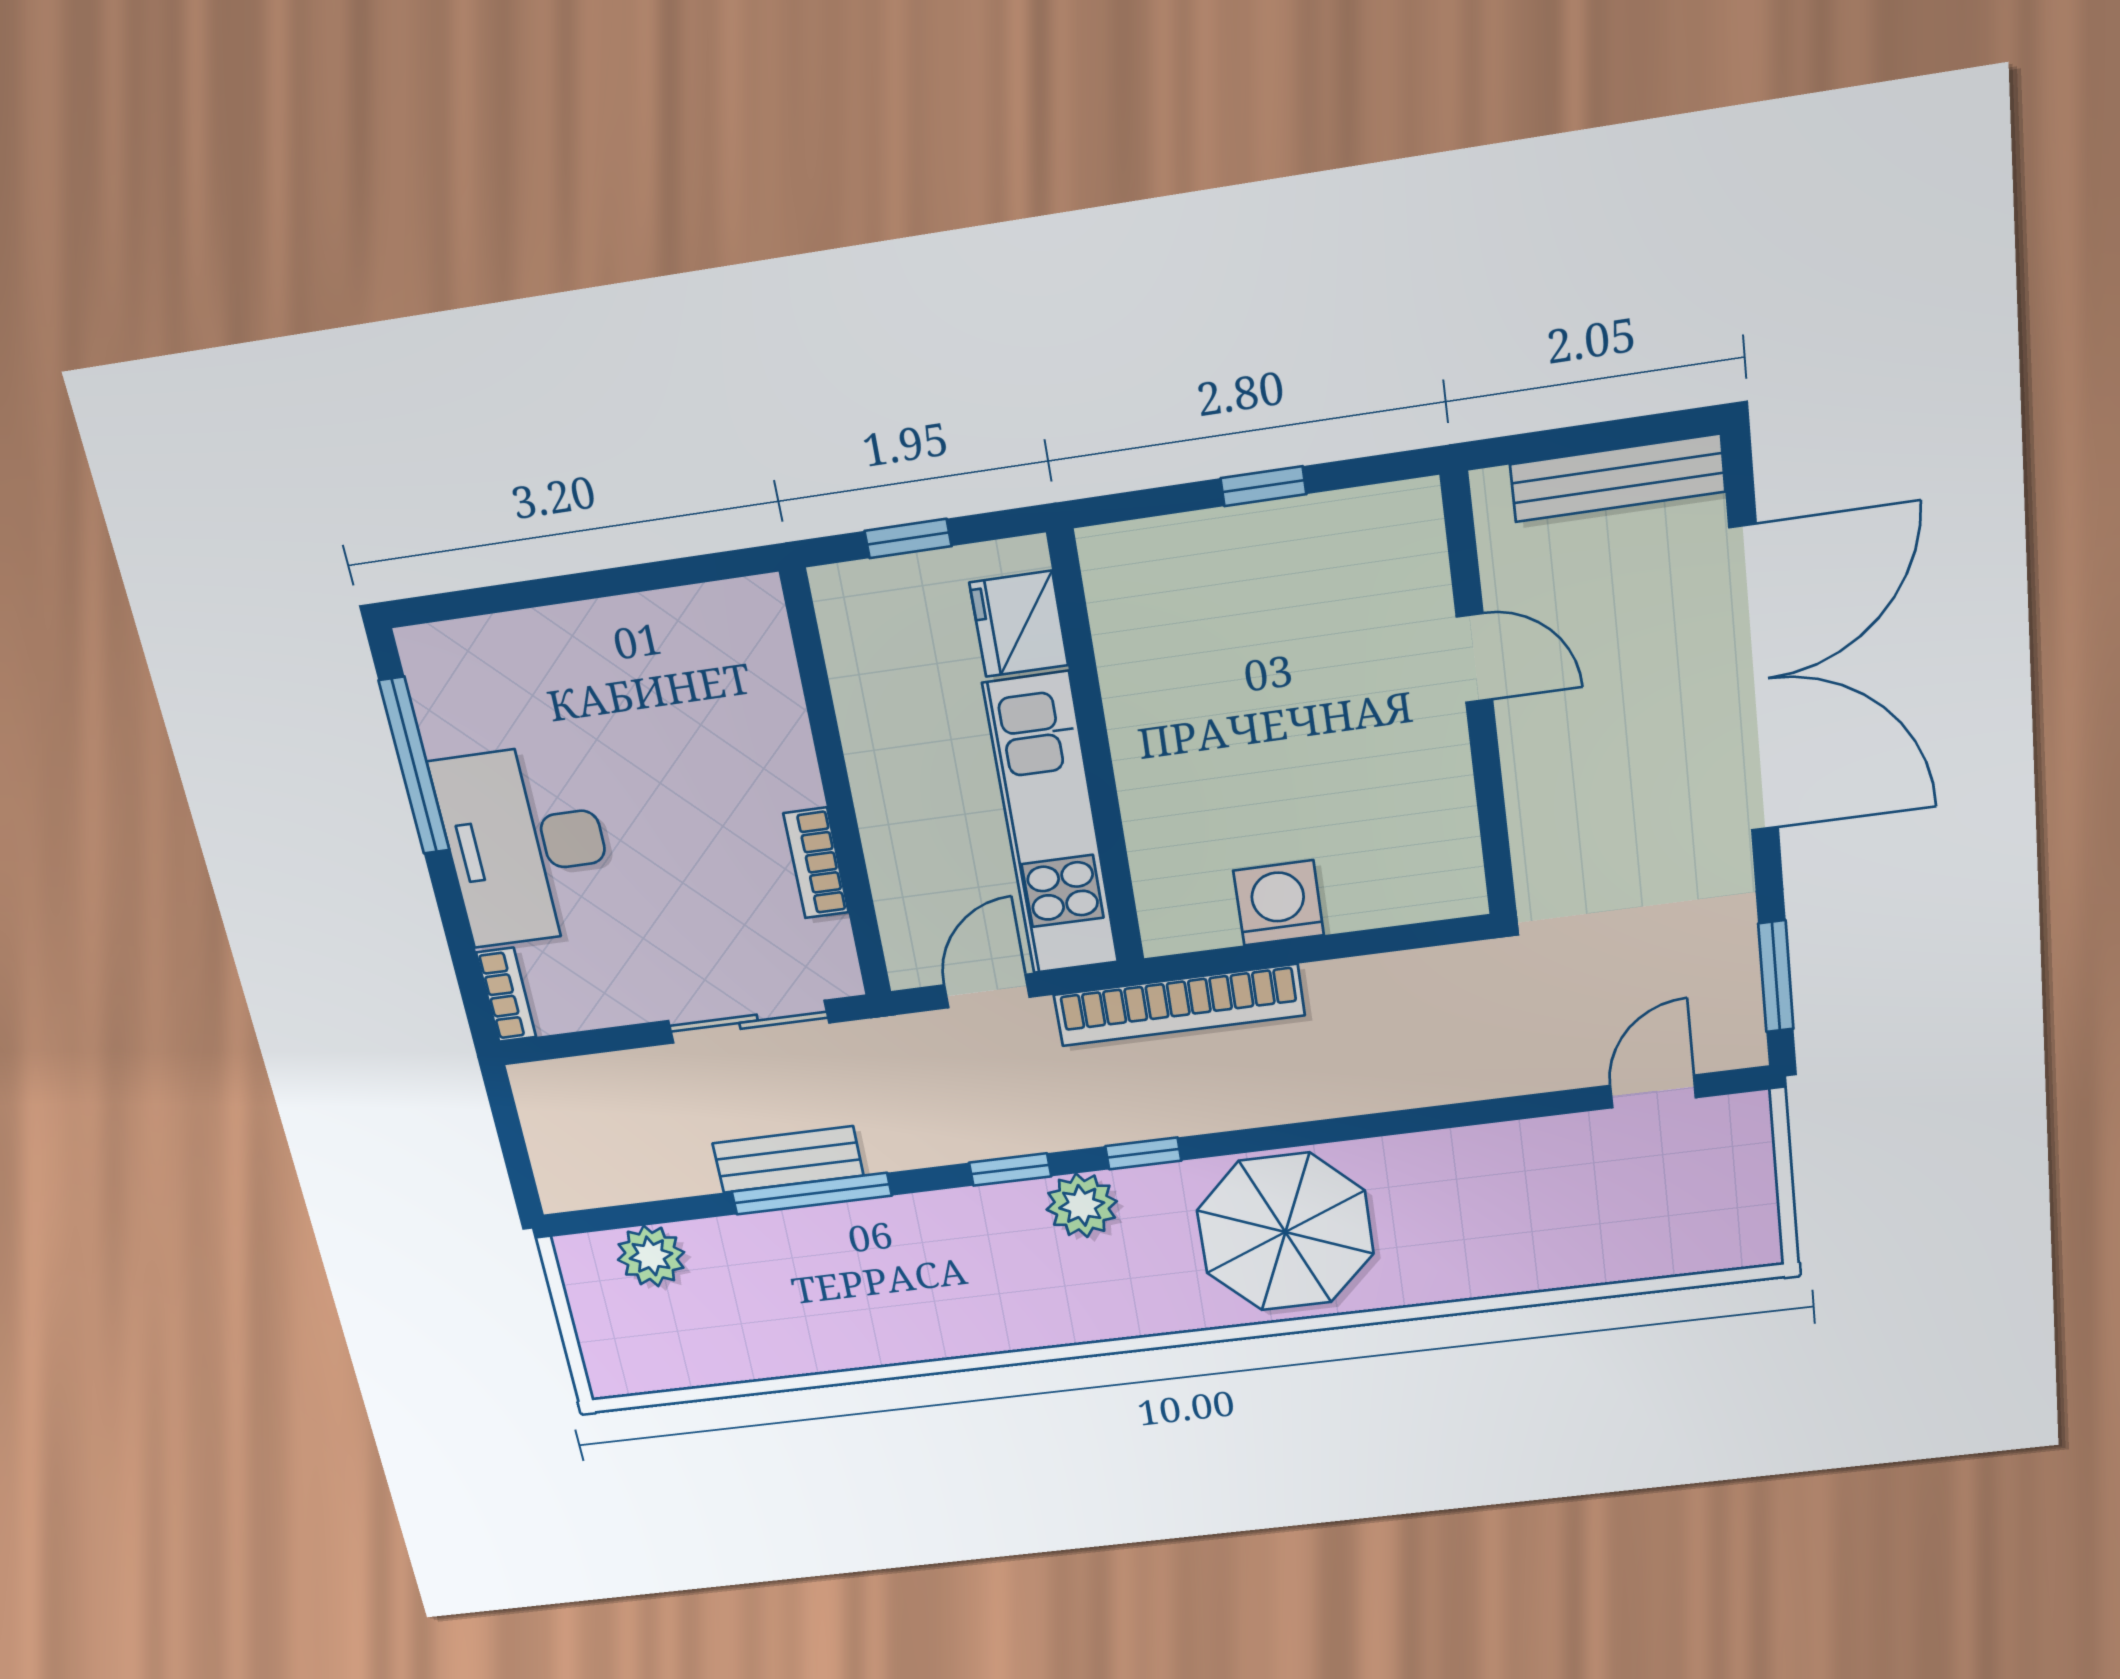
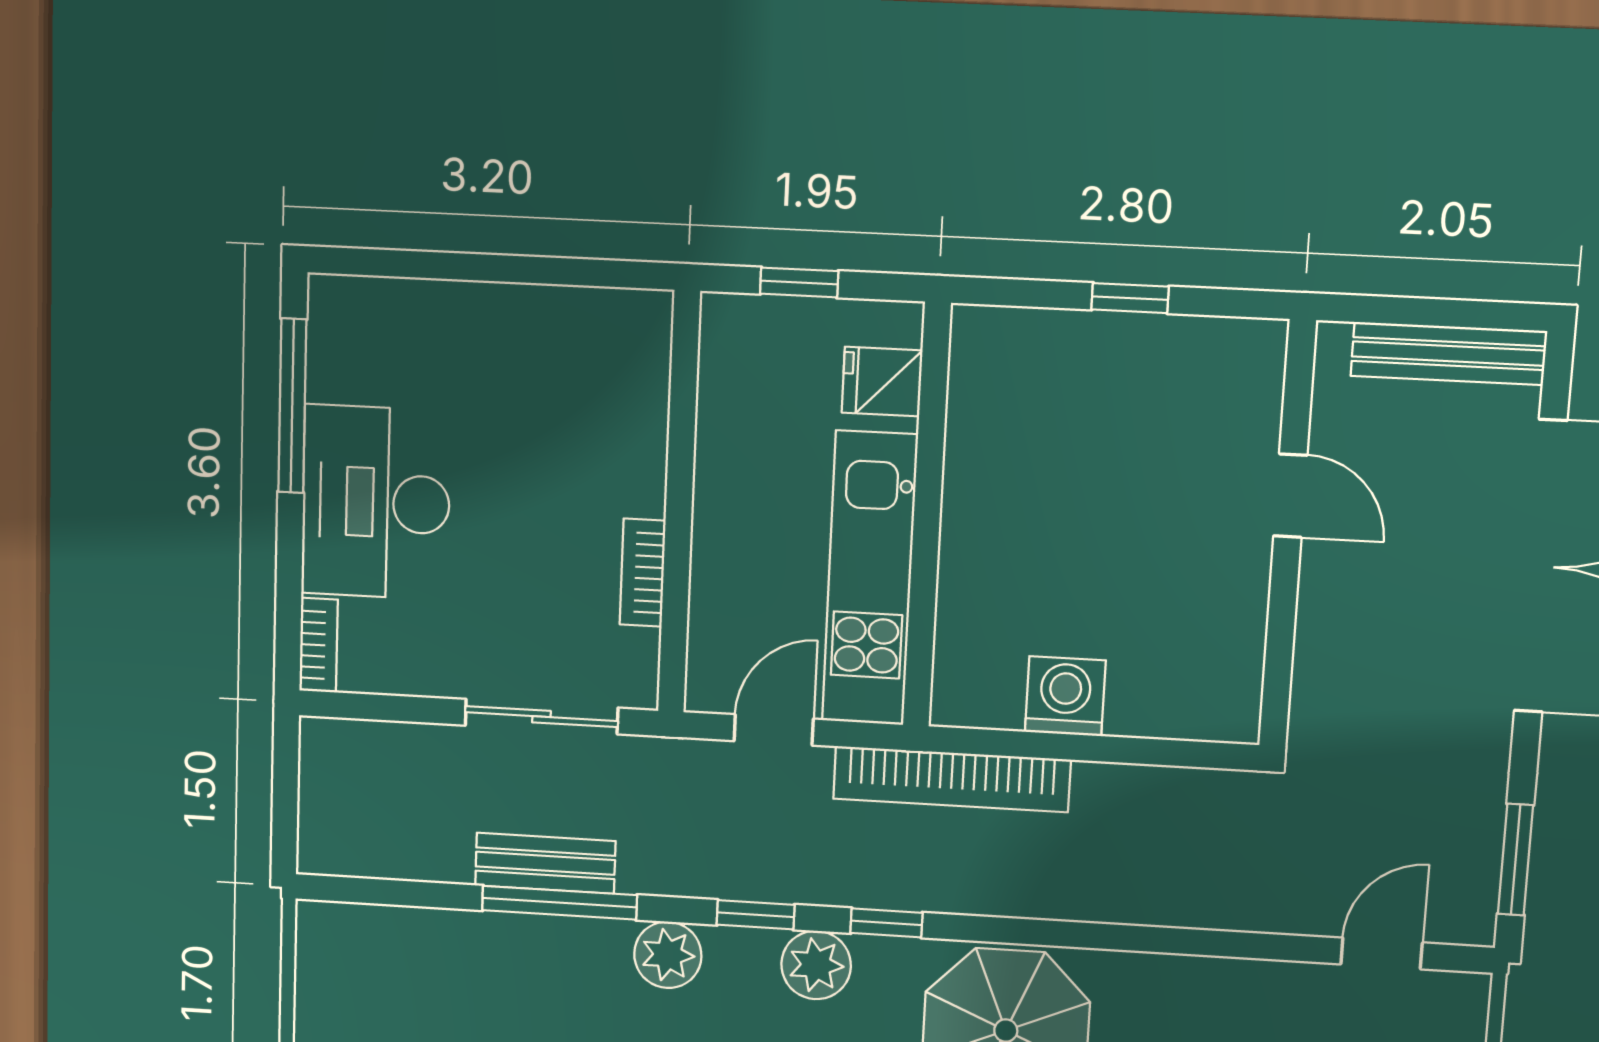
fridge: (1019, 624) -> (882, 382), width x0.72
plant: (651, 1256) -> (668, 955), moved

